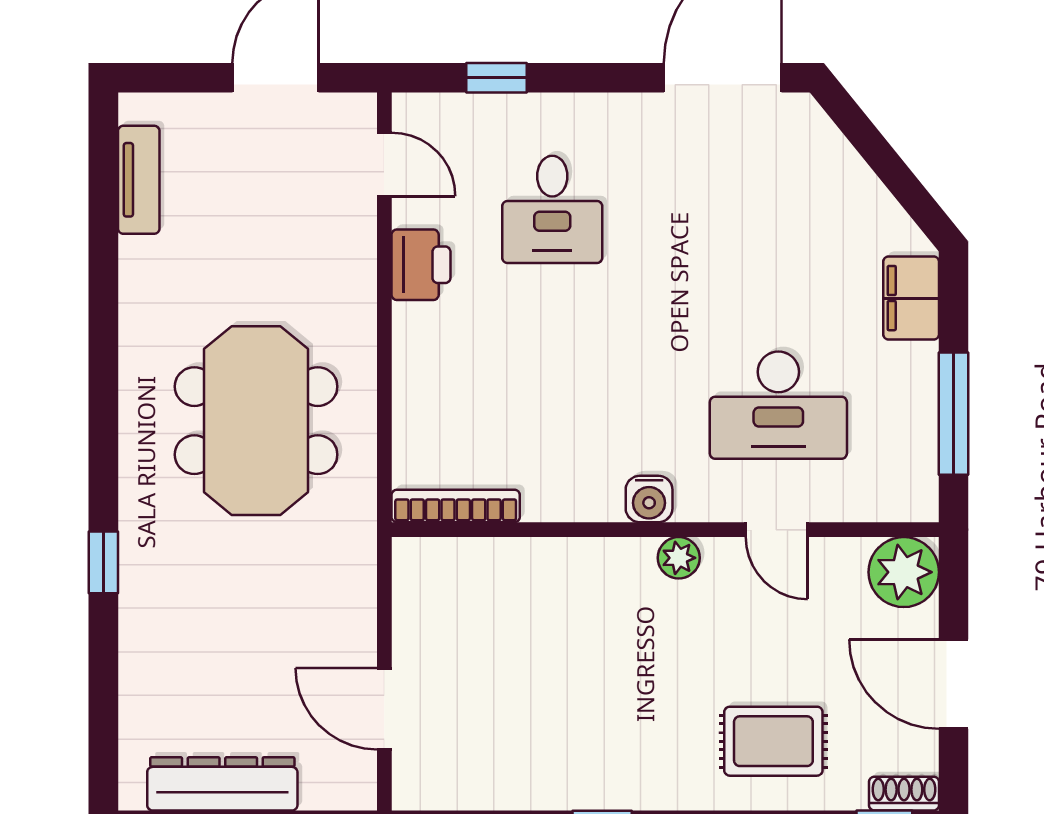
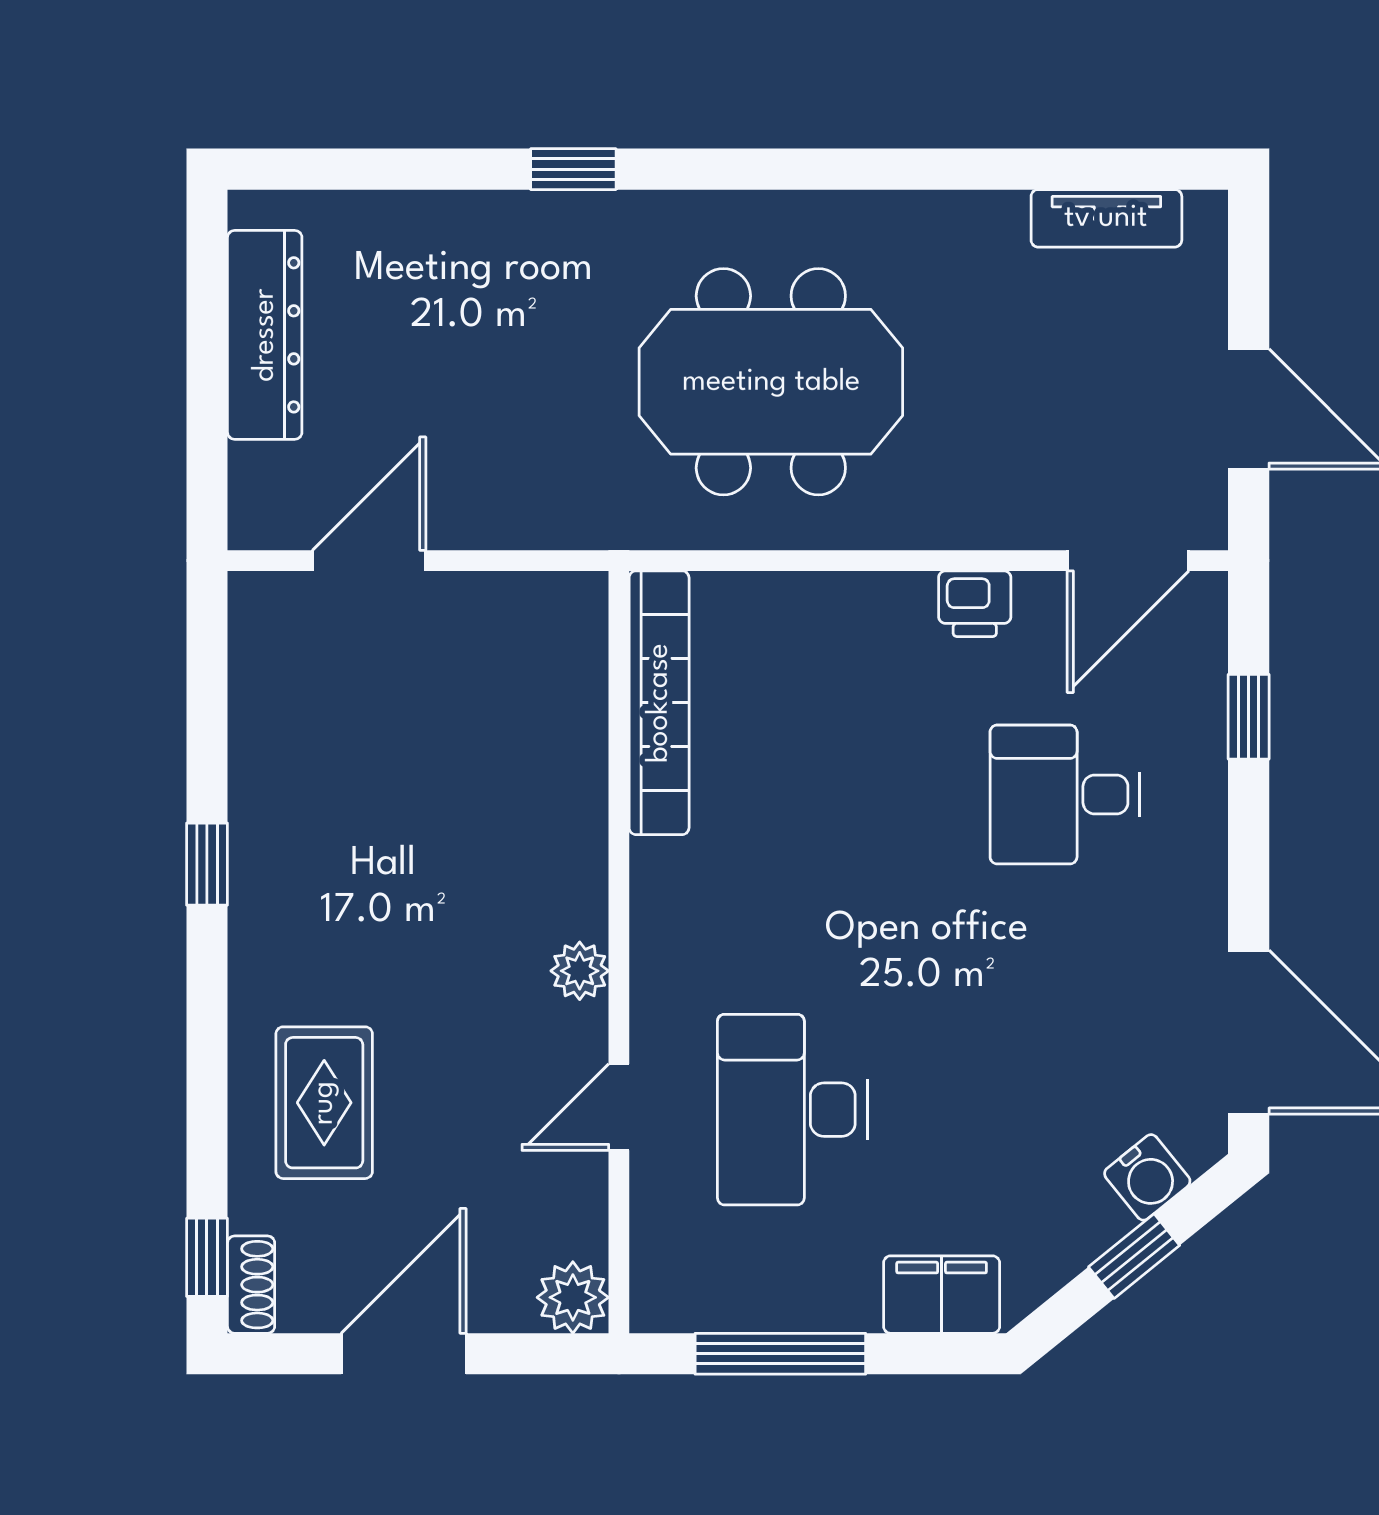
window: (884, 160) -> (1134, 1256), added
door: (384, 164) -> (1128, 561), width x1.37
printer: (421, 265) -> (975, 604), width x0.73, depth x0.81
water cooler: (649, 499) -> (1147, 1177), moved, turned -129
bookcase: (456, 506) -> (659, 703), width x1.48, depth x1.31
plant: (904, 572) -> (573, 1297), width x0.73, depth x0.73

